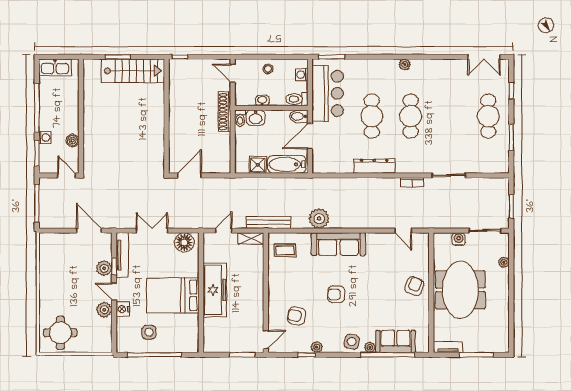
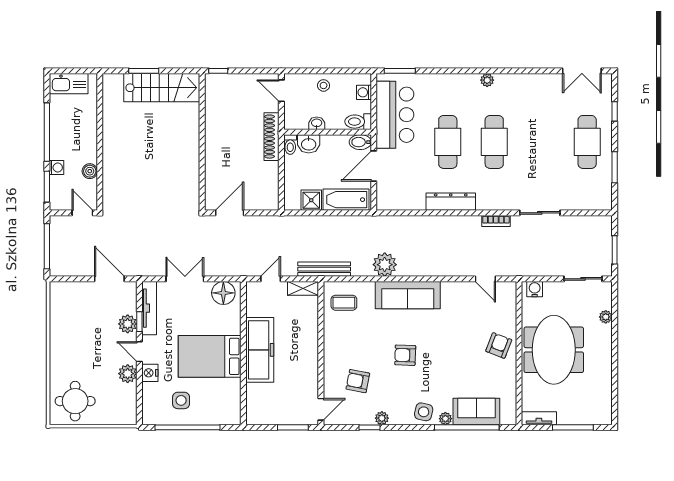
water cooler: (459, 239) -> (535, 289), moved

